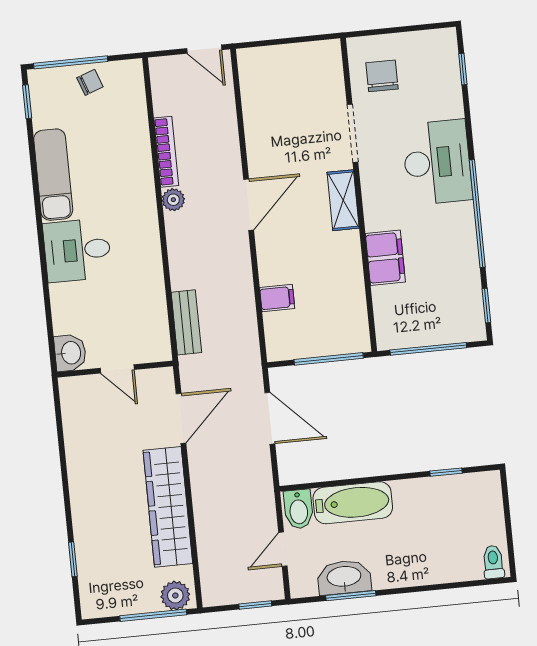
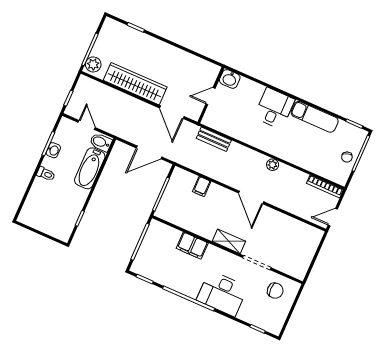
bookcase: (166, 152) -> (325, 186), moved
toilet: (493, 562) -> (46, 174), moved
washbasin: (344, 577) -> (53, 150), width x0.52, depth x0.69

